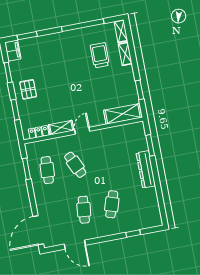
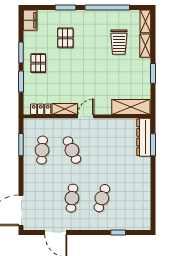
window: (27, 36) -> (65, 8), moved
trolley: (100, 55) -> (119, 42), turned 180
pallet: (49, 61) -> (65, 38), added
window: (8, 72) -> (21, 53), moved
window: (140, 90) -> (153, 73), moved
dresser: (146, 169) -> (144, 137), moved

